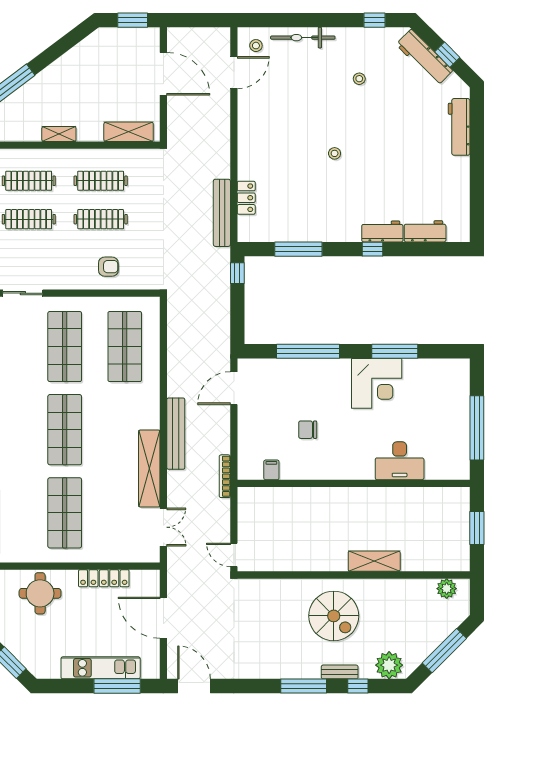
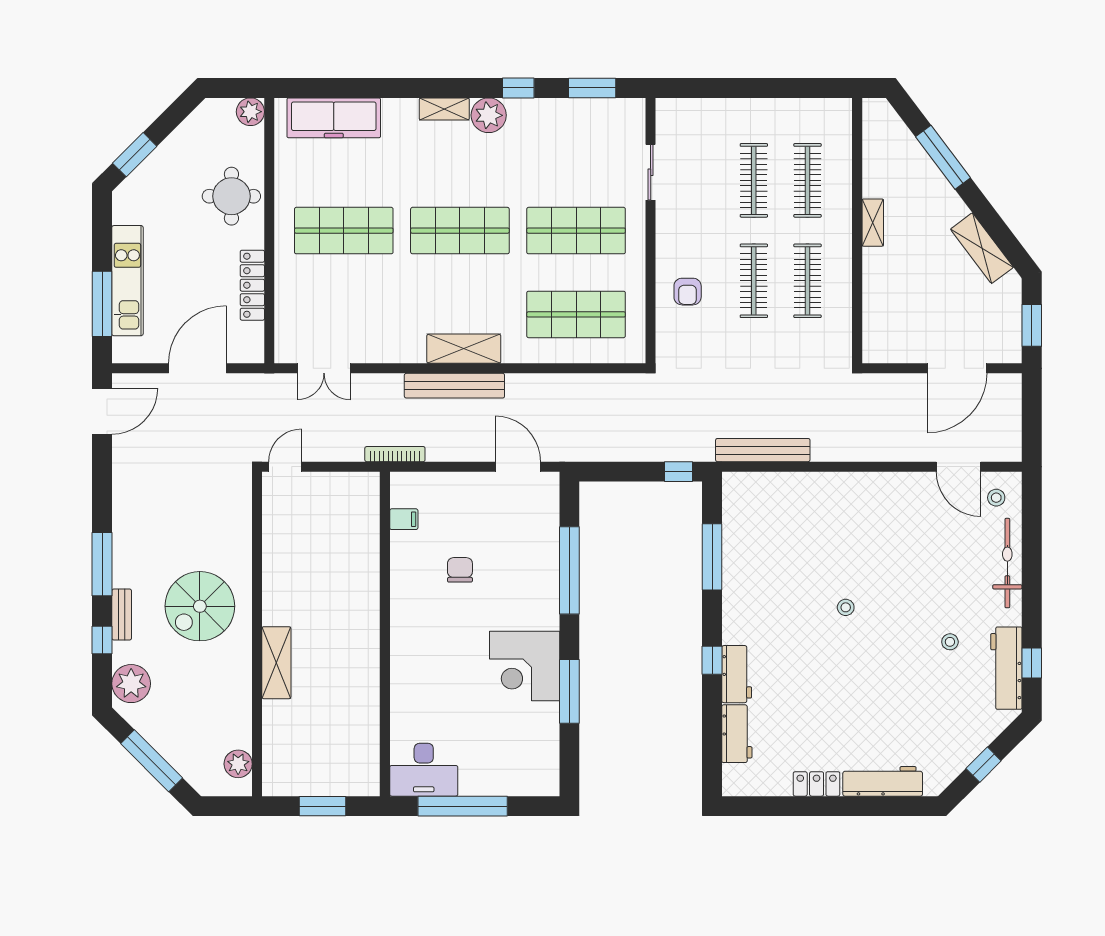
workbench: (424, 57) -> (1006, 668), moved, turned -45
shelving: (129, 132) -> (982, 248), moved, turned -37
locker: (246, 198) -> (817, 784), moved, turned 180
desk: (400, 461) -> (424, 770), moved, turned -90
shelving: (149, 469) -> (464, 349), moved, width x0.68

